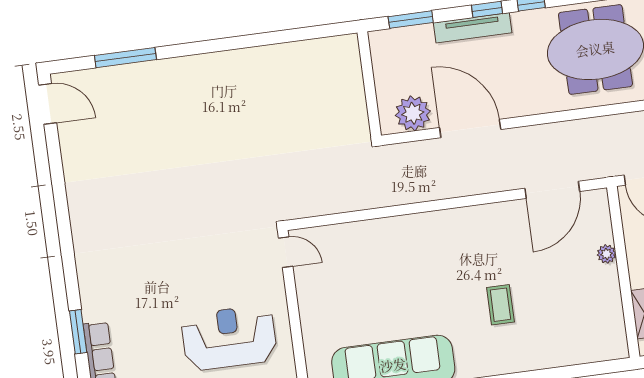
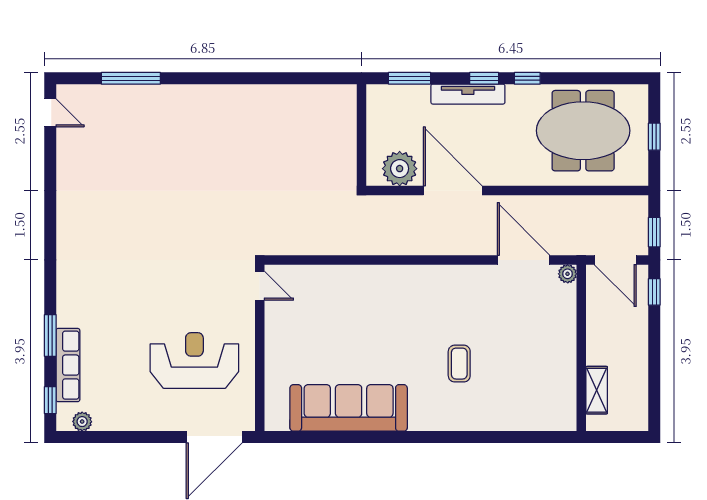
door: (48, 104) -> (50, 113), width x0.73
door: (552, 190) -> (524, 260), swing flipped
plant: (606, 254) -> (568, 274), moved

